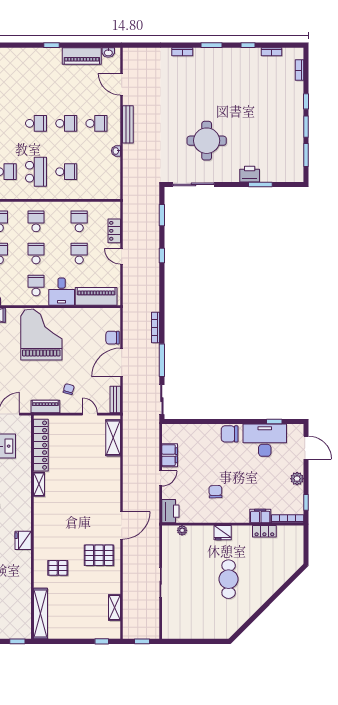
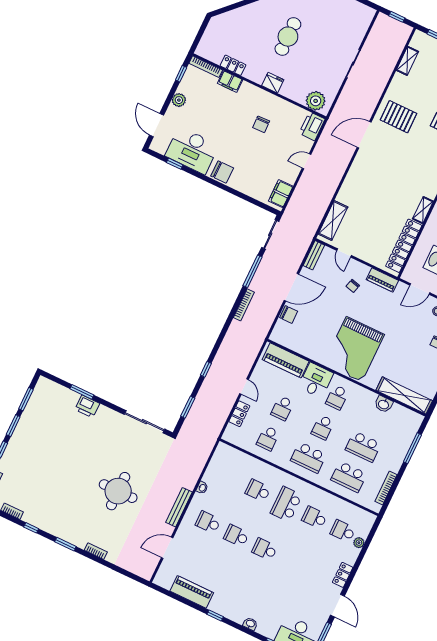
washbasin: (108, 53) -> (250, 624), moved
door: (122, 84) -> (167, 548), swing flipped
round table: (207, 141) -> (118, 491), moved
school desk: (36, 221) -> (308, 458), width x1.85
filing cabinet: (170, 455) -> (281, 194), moved
plant: (182, 530) -> (316, 101), width x1.88, depth x1.88

